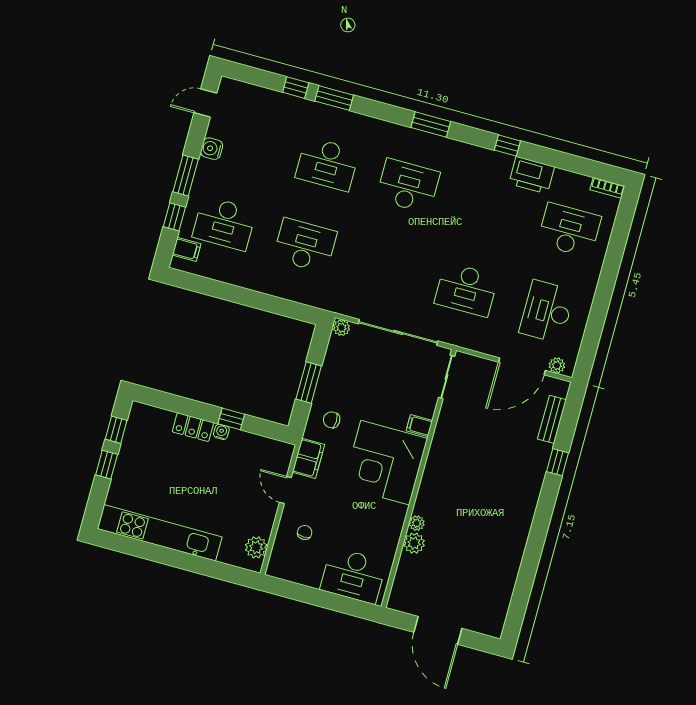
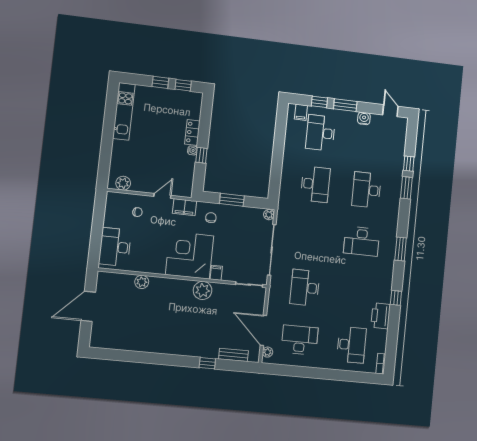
desk: (408, 186) -> (362, 241), turned 90
plant: (417, 523) -> (203, 290), moved, width x1.88, depth x1.88
kitchen unit: (160, 533) -> (124, 111), width x0.73

